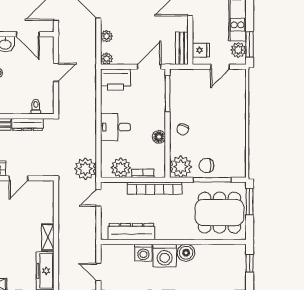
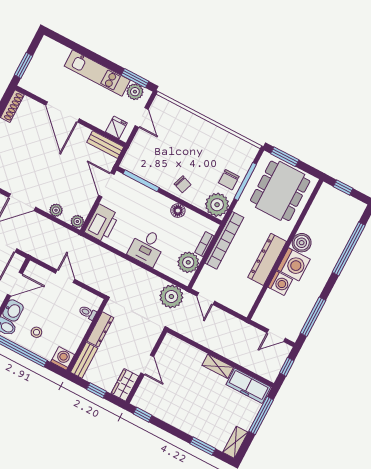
dresser: (131, 232) -> (267, 259), moved

